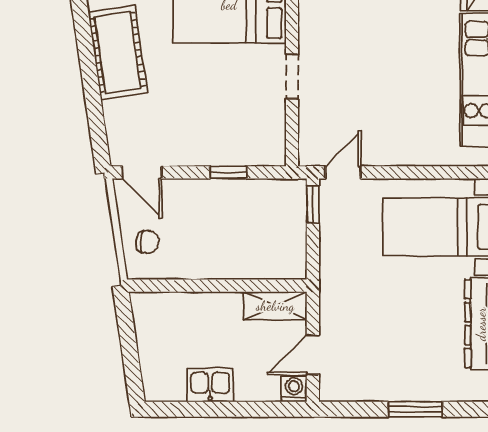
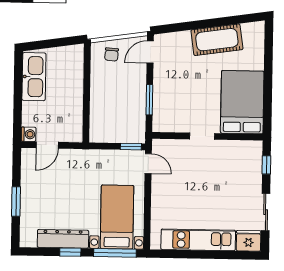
window: (228, 172) -> (149, 100), width x1.50
shelving: (275, 306) -> (75, 125), removed
door: (313, 355) -> (47, 145), swing flipped
kitchen sink: (210, 385) -> (34, 77), width x1.87, depth x1.24

